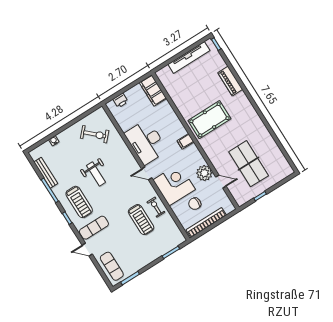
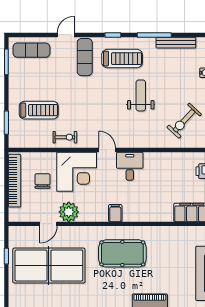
pool table: (209, 120) -> (122, 253), turned 90
desk: (146, 142) -> (130, 166), width x0.53, depth x0.77
table tennis table: (249, 164) -> (49, 266), width x1.36, depth x1.32
door: (147, 173) -> (107, 150), hinge flipped
weight bench: (96, 174) -> (141, 95), turned 90
treadmill: (79, 202) -> (122, 59), turned 180
treadmill: (141, 220) -> (39, 110), moved, turned 180

